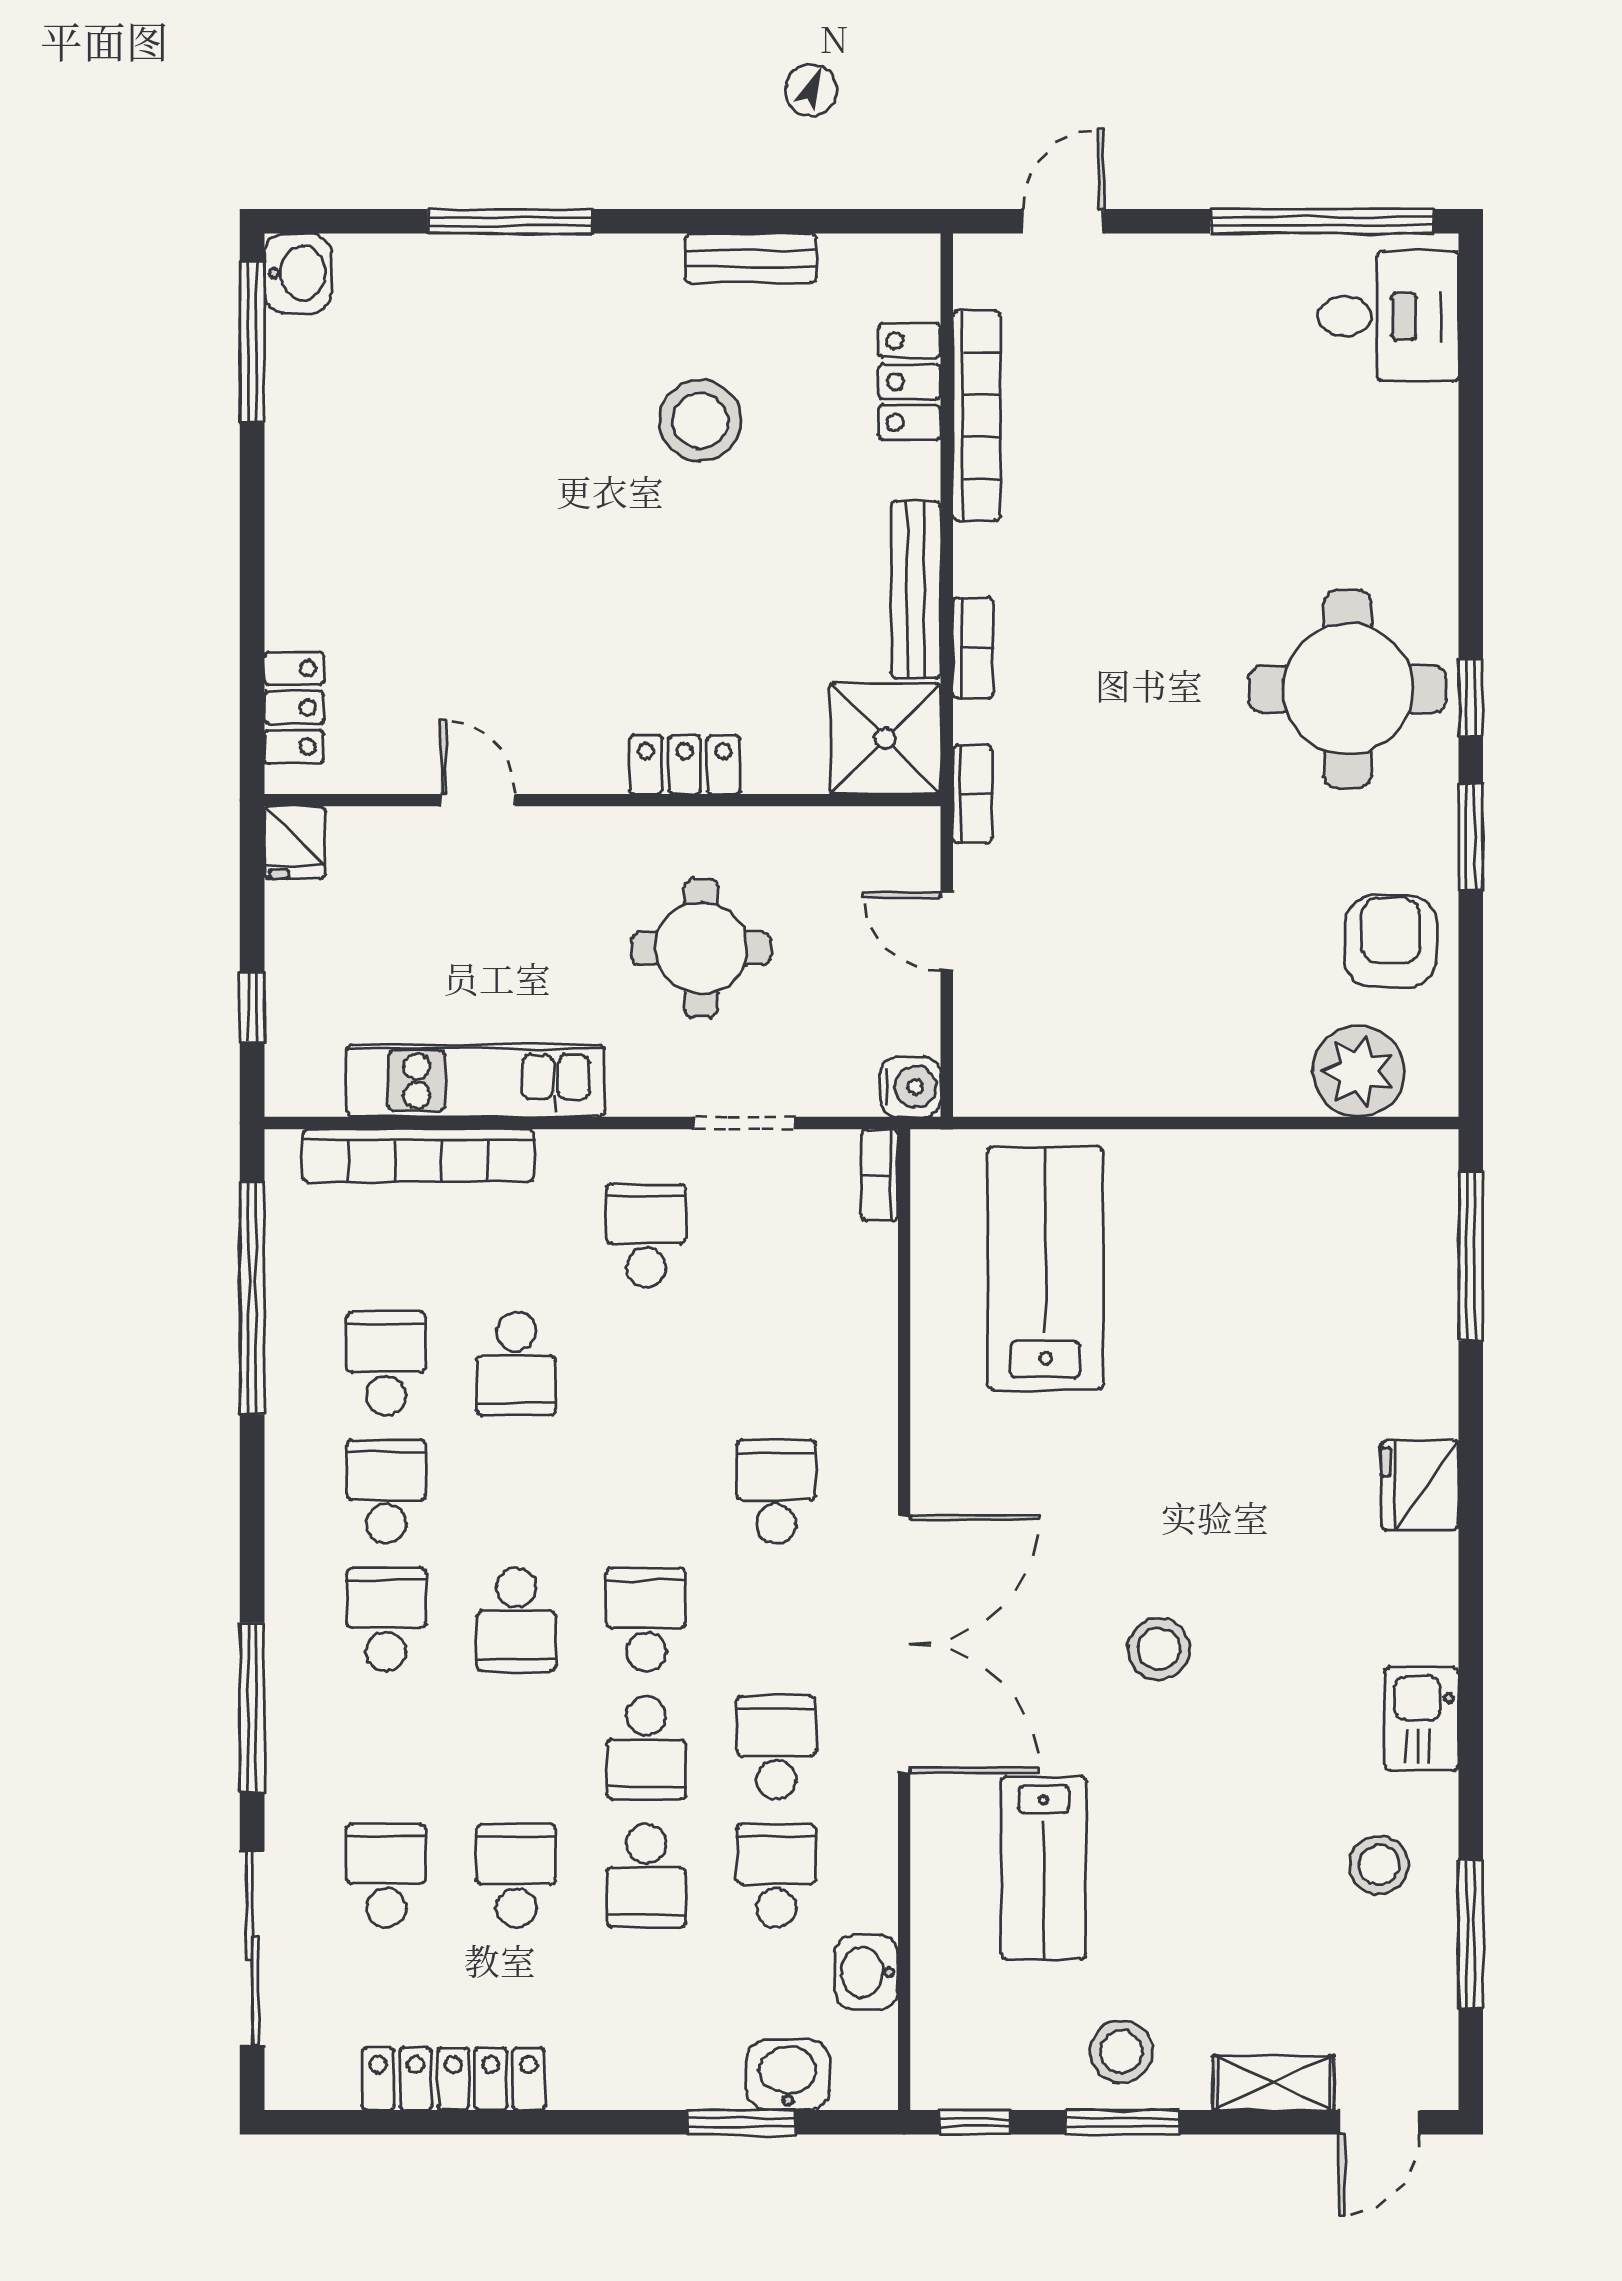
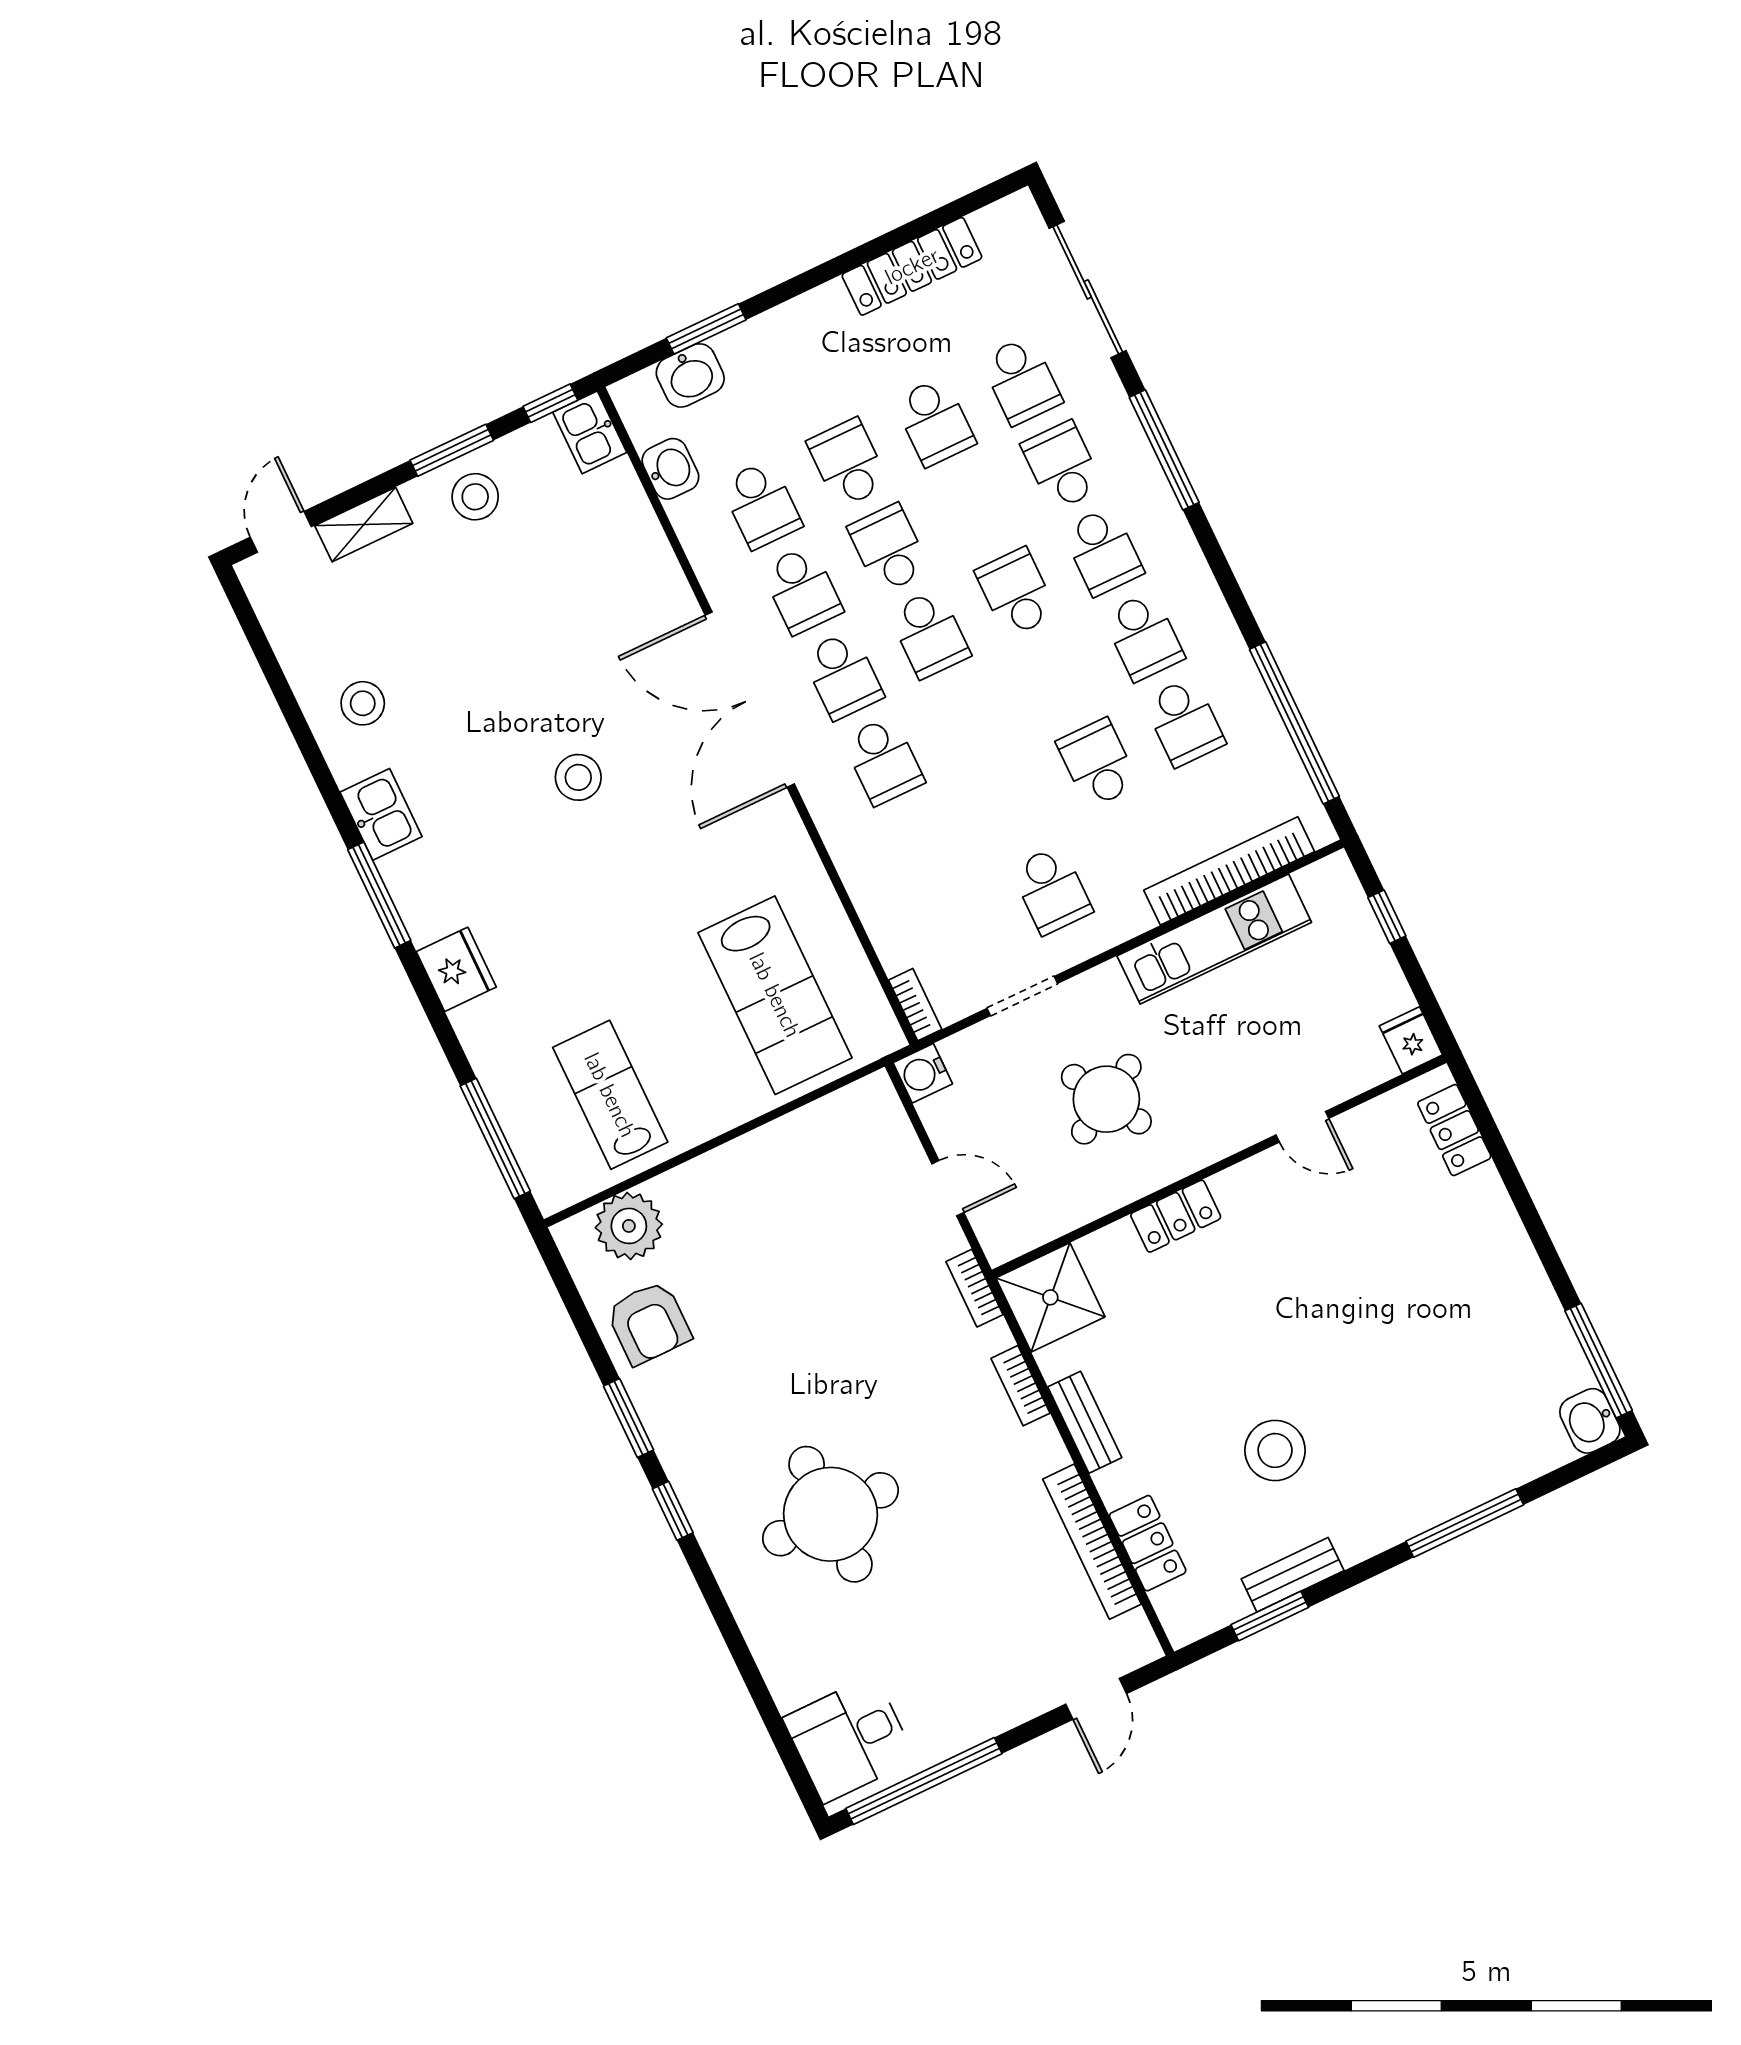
window: (803, 221) -> (1270, 1616), added
bench: (916, 590) -> (1085, 1422), width x0.73
round table: (1348, 689) -> (830, 1514), moved
round table: (701, 948) -> (1106, 1099), turned -30
school desk: (776, 1620) -> (843, 675), added
school desk: (386, 1748) -> (1062, 466), added
lab bench: (1044, 1868) -> (610, 1095), moved
window: (1471, 1934) -> (379, 895), moved
kitchen sink: (944, 2064) -> (590, 432), added

